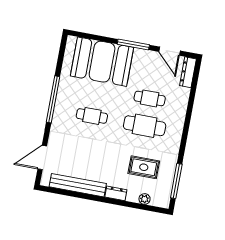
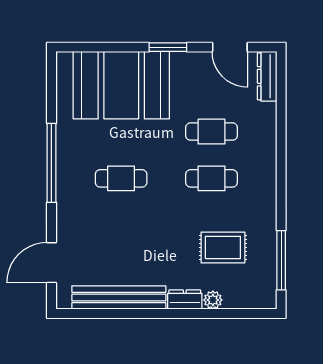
window: (133, 45) -> (168, 47), width x0.69
cafe table: (145, 126) -> (212, 178), width x0.73, depth x0.74
plant: (145, 199) -> (213, 300), moved

